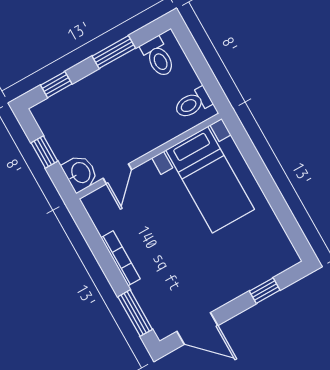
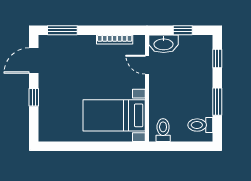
washbasin: (80, 173) -> (164, 44), width x1.38
bookcase: (121, 258) -> (115, 39), moved
window: (265, 291) -> (34, 97), moved

